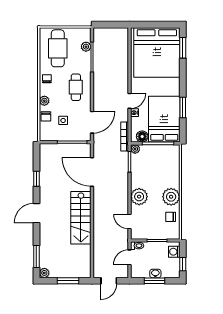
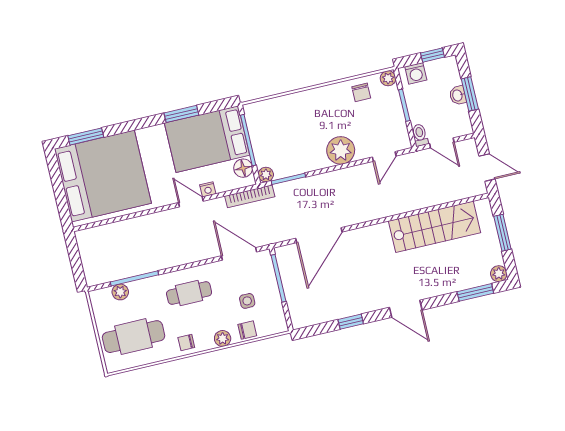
plant: (171, 197) -> (388, 78), moved, width x0.53, depth x0.53
stairs: (81, 218) -> (434, 227), moved

